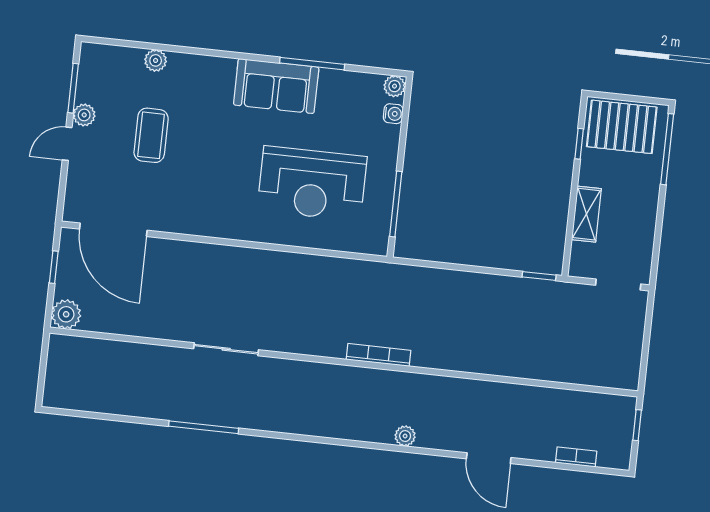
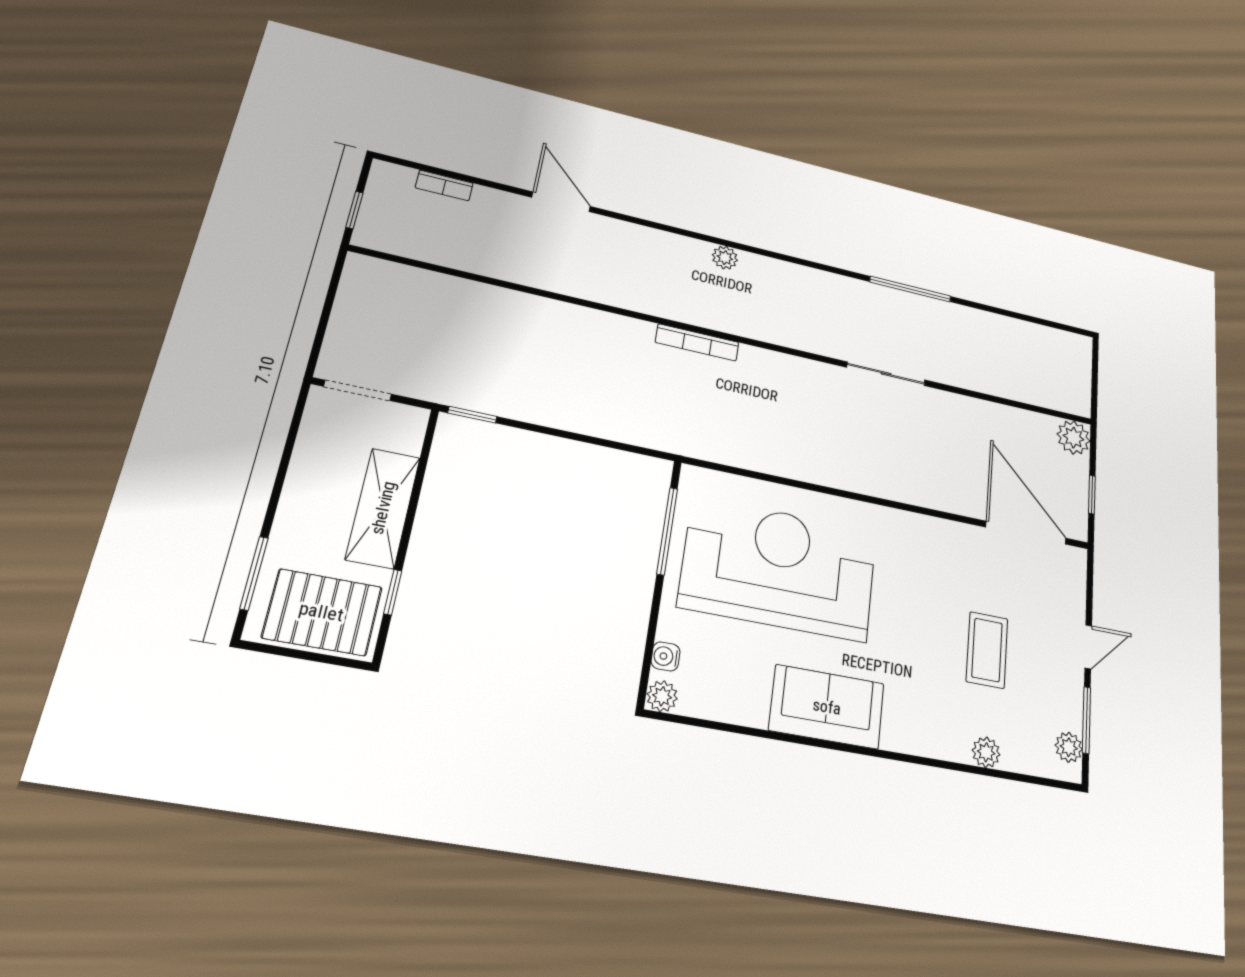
window: (312, 64) -> (778, 736), removed
plant: (84, 115) -> (1069, 747), moved
window: (667, 149) -> (254, 573), width x0.69
reception desk: (312, 184) -> (779, 569), width x1.36, depth x1.30
shelving: (586, 214) -> (383, 508), width x1.50, depth x1.33
plant: (405, 436) -> (725, 258), moved

